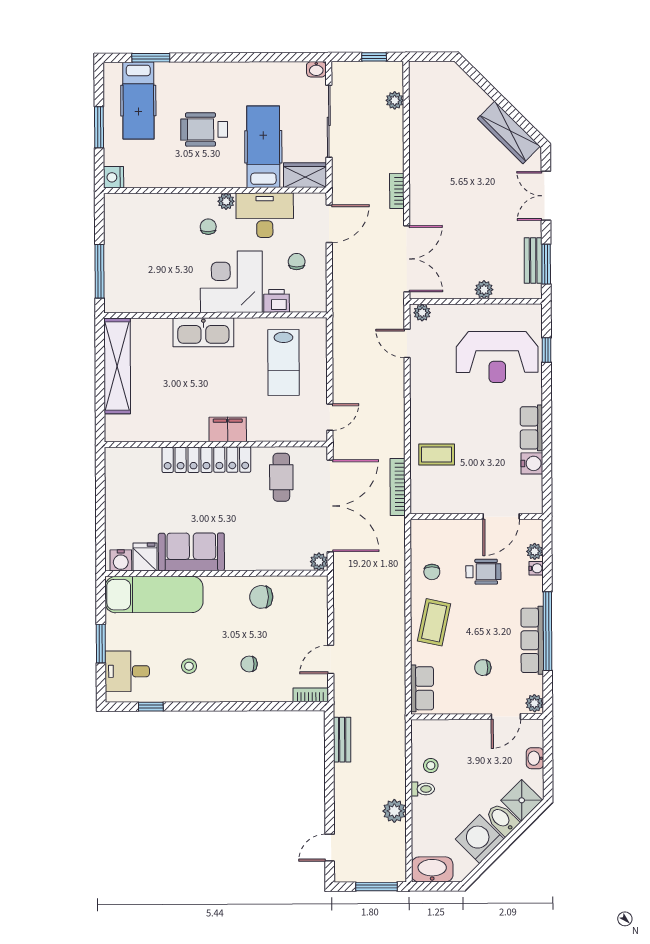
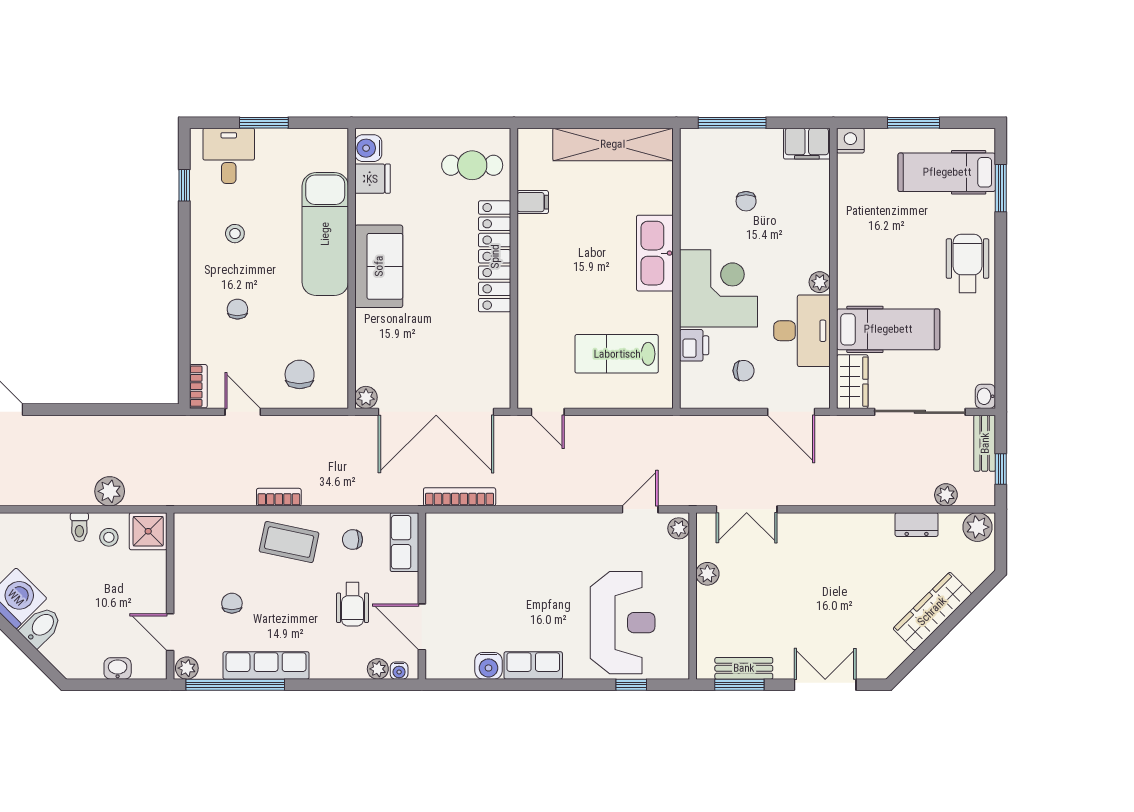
plant: (420, 75) -> (978, 527), added
dresser: (418, 124) -> (917, 525), added
wheelchair: (204, 129) -> (968, 263), moved
wardrobe: (509, 132) -> (932, 611), moved
bookcase: (397, 191) -> (279, 497), moved
filing cabinet: (116, 212) -> (807, 144), added
chair: (208, 227) -> (746, 201), moved, turned 90
double door: (407, 259) -> (747, 509), width x0.73
plant: (484, 290) -> (707, 574), moved
reception desk: (497, 357) -> (623, 623), turned 180
filing cabinet: (228, 429) -> (533, 202), moved, width x0.50
coffee table: (437, 455) -> (500, 546), removed
cafe table: (281, 477) -> (472, 165), moved
sofa: (191, 552) -> (379, 266), moved
water cooler: (536, 568) -> (399, 671), moved
exam couch: (154, 595) -> (325, 234), moved
chair: (261, 597) -> (300, 374), moved
window: (547, 631) -> (235, 685), moved
row of seats: (422, 688) -> (405, 542), moved, turned 90
bench: (342, 740) -> (985, 443), moved, turned 90
shower: (522, 800) -> (148, 531), moved, turned 45
plant: (394, 811) -> (110, 491), moved

